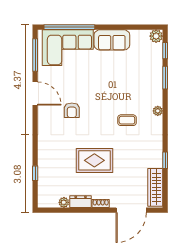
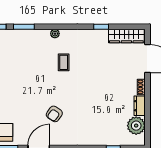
armchair: (72, 110) -> (54, 114), turned 124
rug: (94, 160) -> (101, 93), removed
plant: (64, 202) -> (136, 126), width x1.88, depth x1.88

